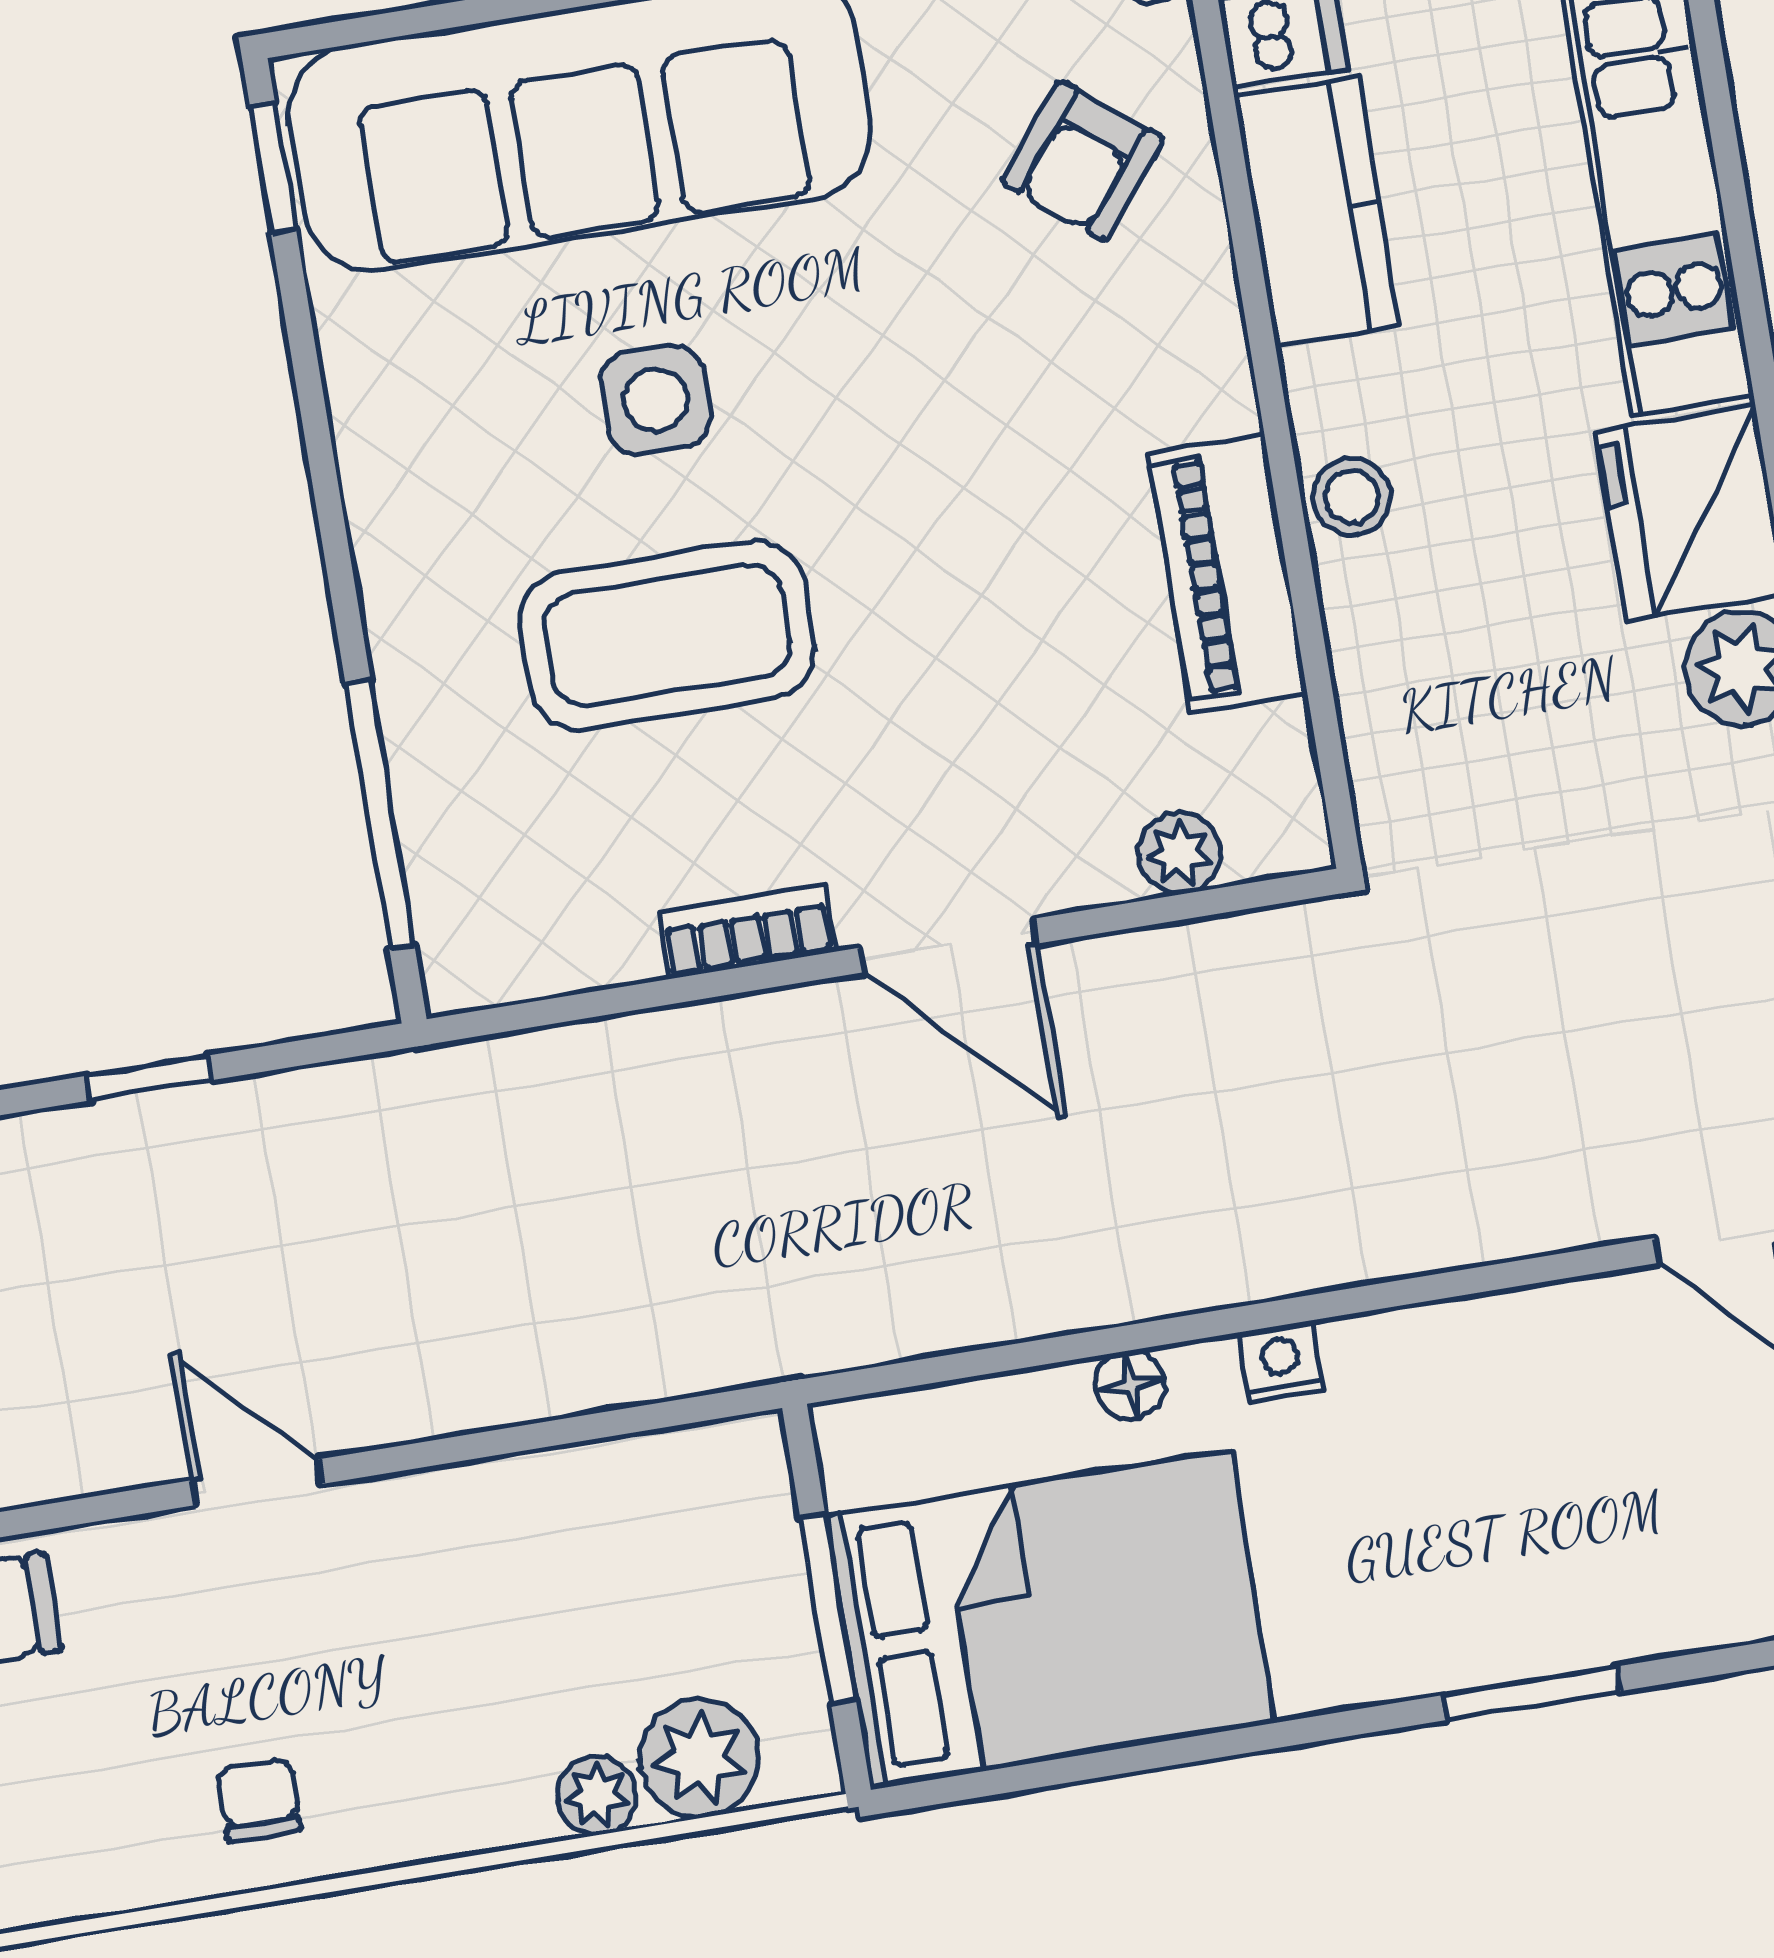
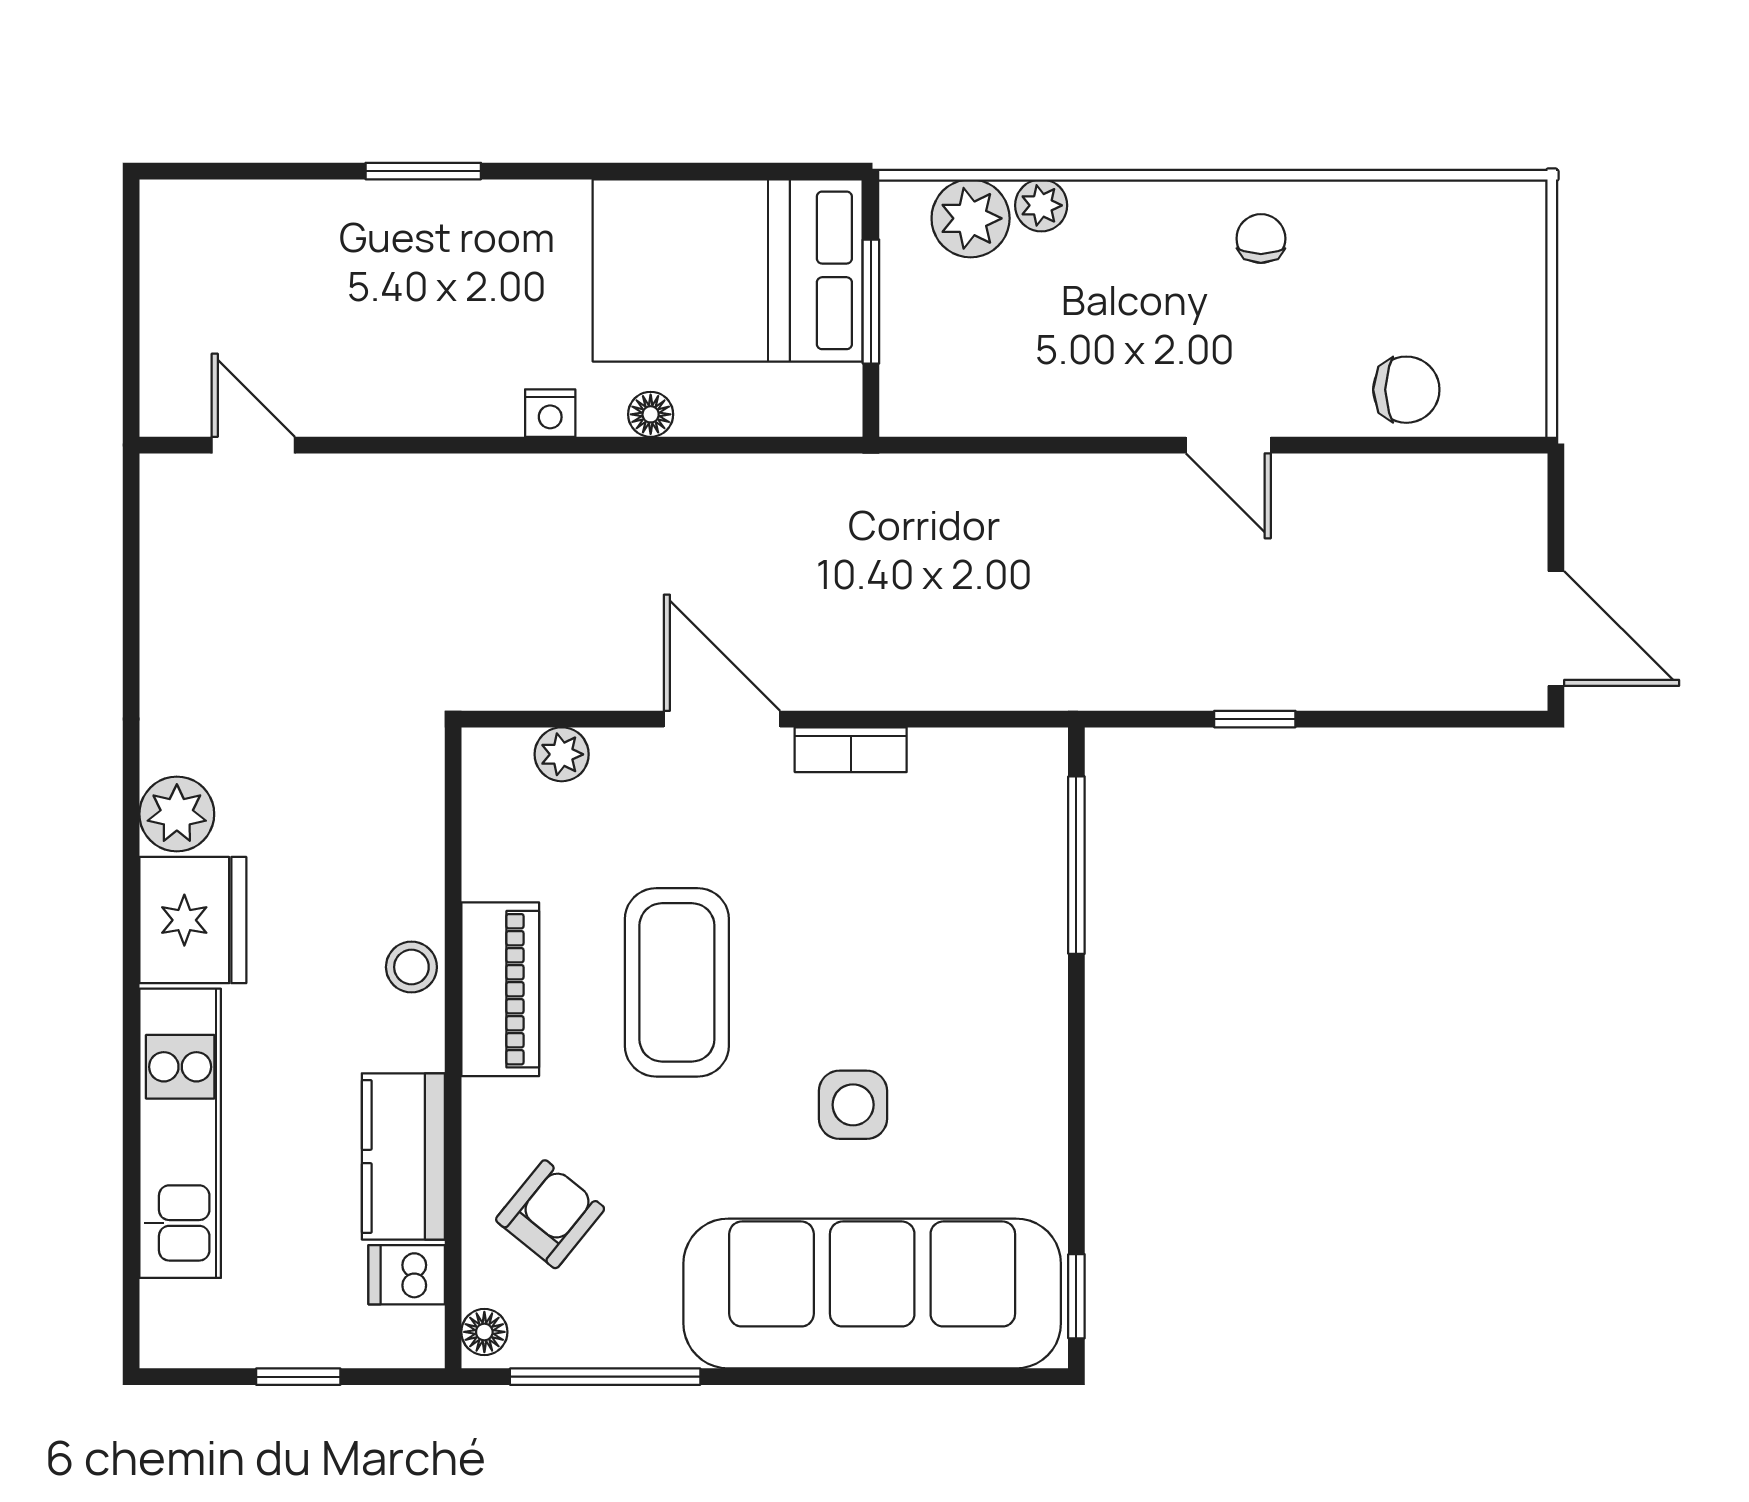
piano: (1228, 573) -> (500, 989), moved
coffee table: (667, 635) -> (677, 982), moved, turned 90
chair: (259, 1800) -> (1261, 239), turned 180

